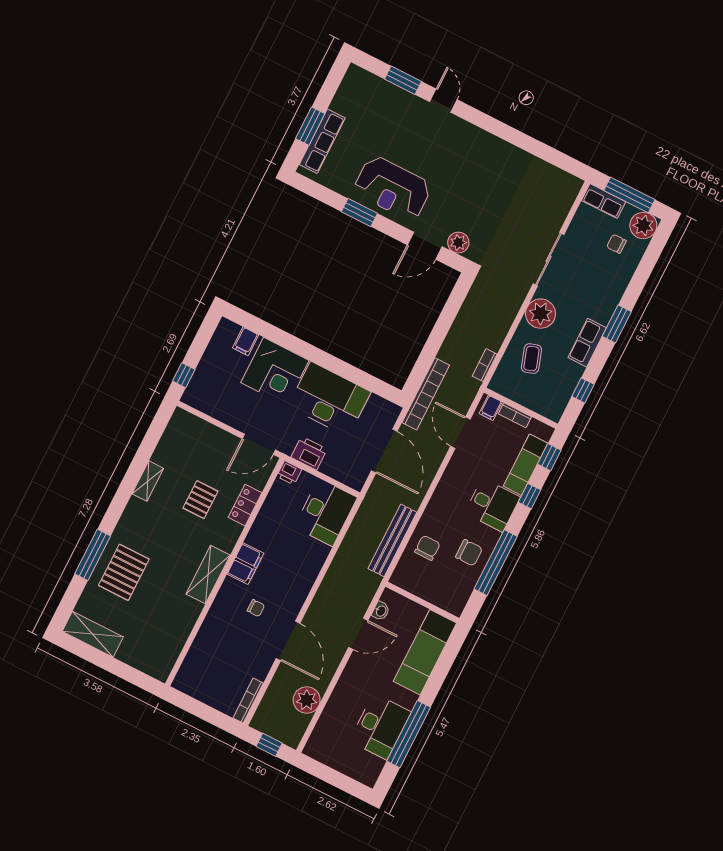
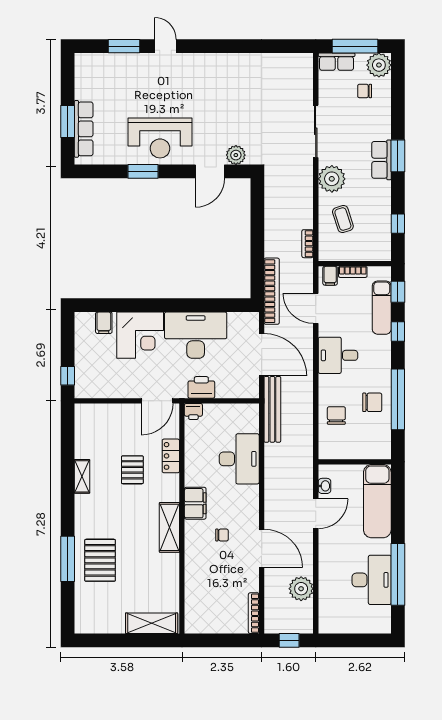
row of seats: (587, 343) -> (382, 160), moved
desk: (492, 505) -> (338, 355), moved, turned 180
desk: (326, 512) -> (239, 459), moved
bench: (392, 540) -> (272, 409), moved
shelving: (93, 634) -> (152, 623), moved

